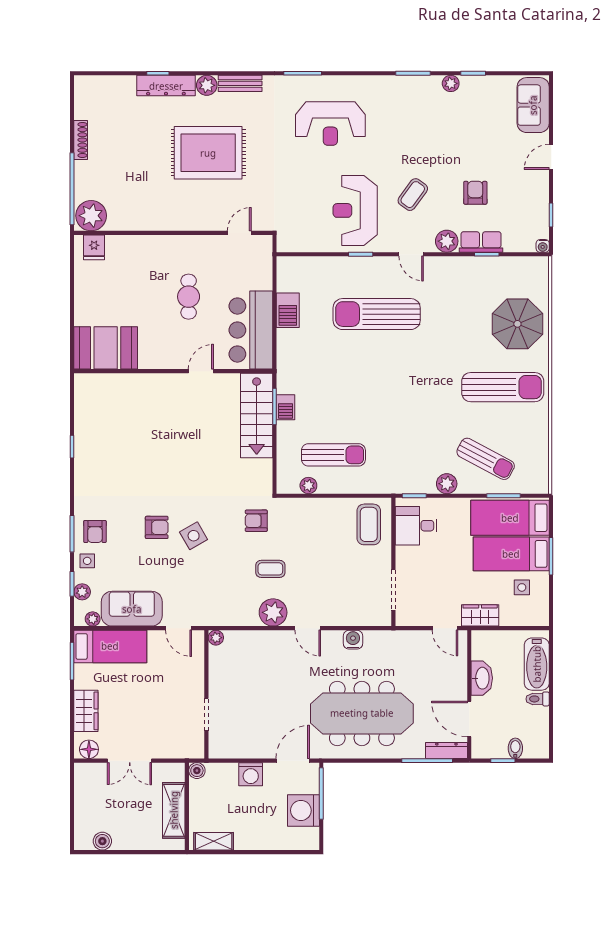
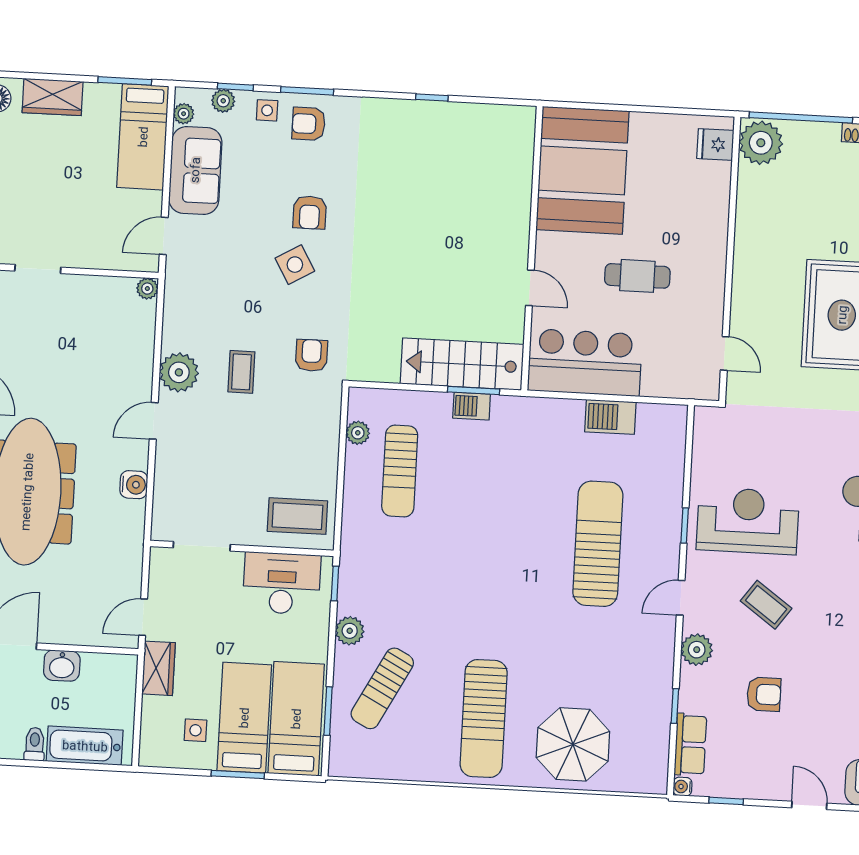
row of seats: (481, 242) -> (690, 745), moved
booth: (106, 348) -> (582, 170), width x1.36, depth x1.42
desk: (416, 526) -> (282, 583), width x1.37
washbasin: (482, 678) -> (62, 666), width x0.72

